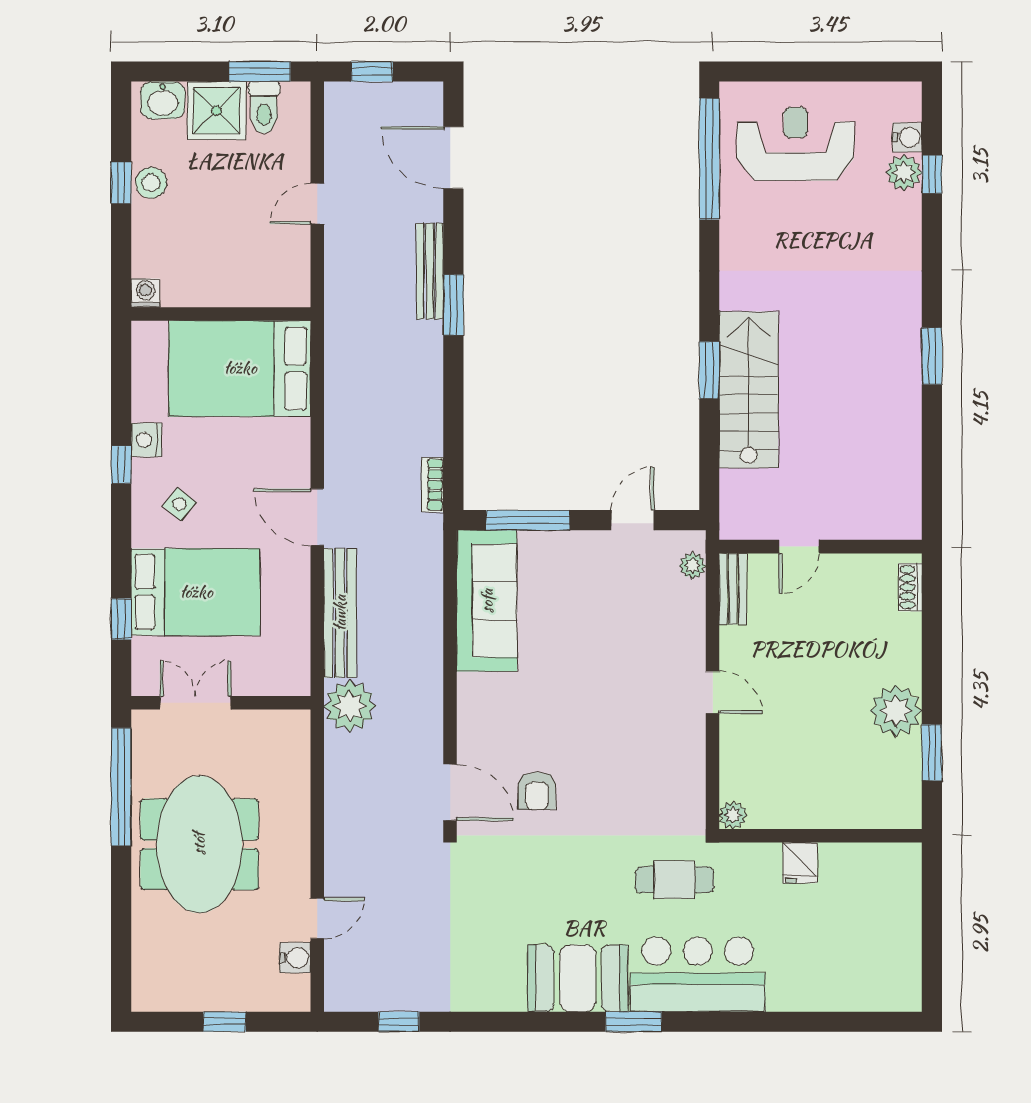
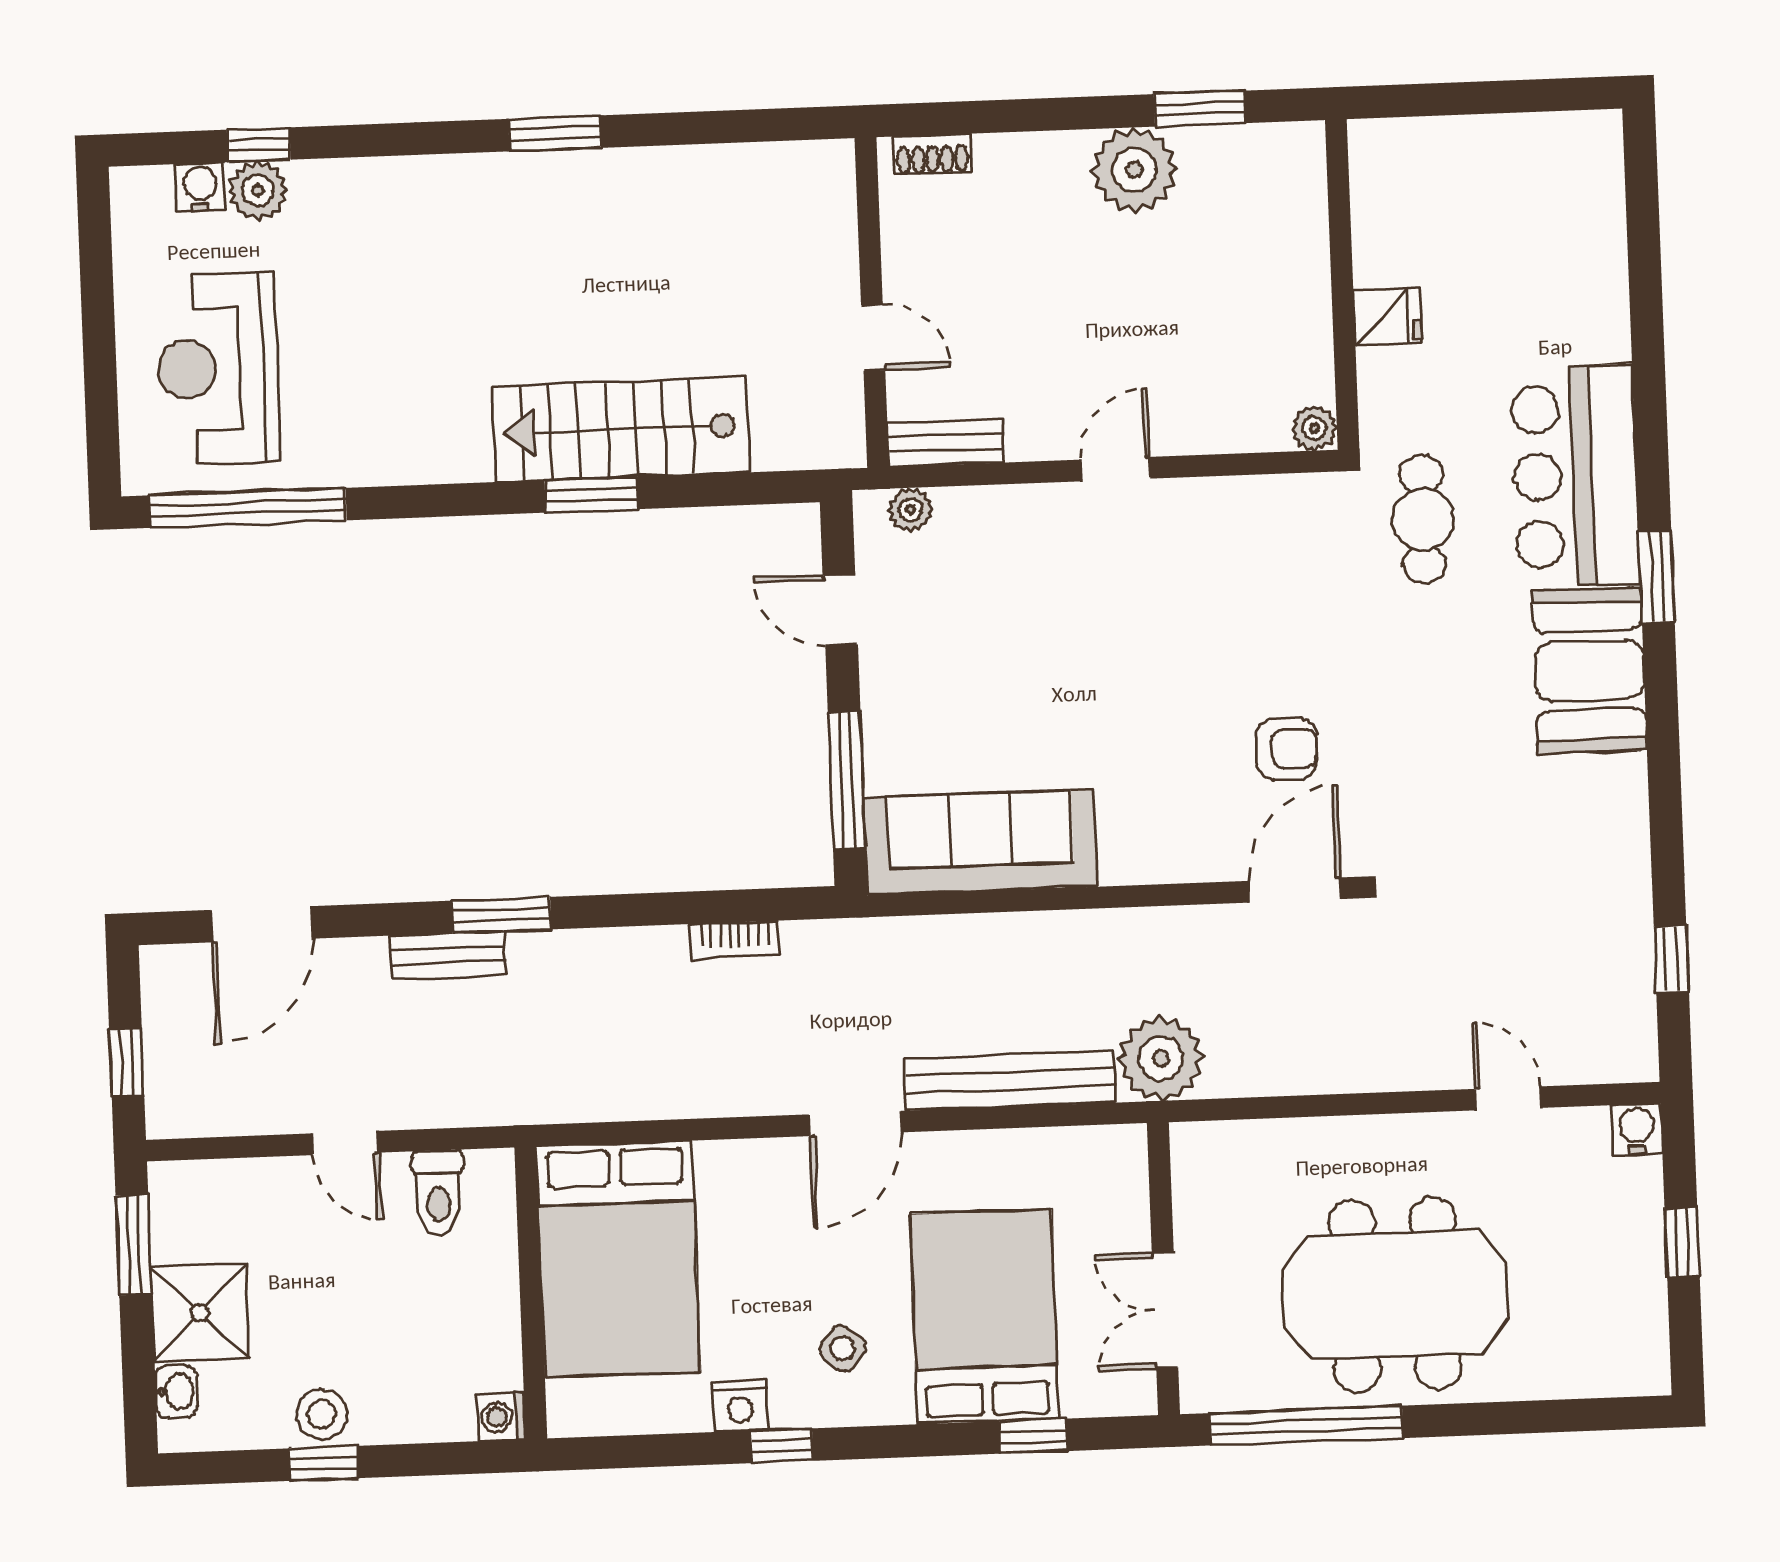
washbasin: (163, 100) -> (177, 1391), width x0.72, depth x0.69
toilet: (264, 107) -> (438, 1193), moved, turned 90
bench: (430, 271) -> (448, 955), width x0.73
bookcase: (433, 485) -> (735, 940), moved
water cooler: (295, 958) -> (1637, 1129), moved

